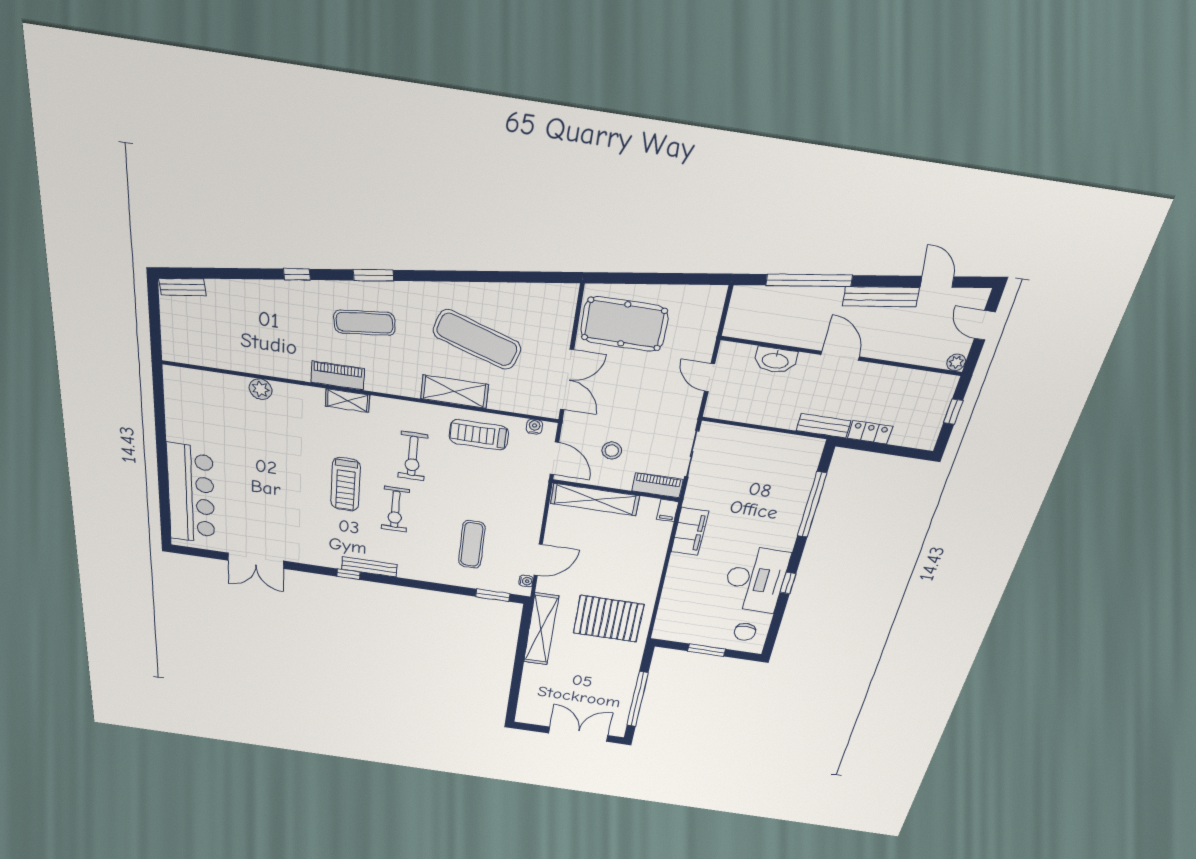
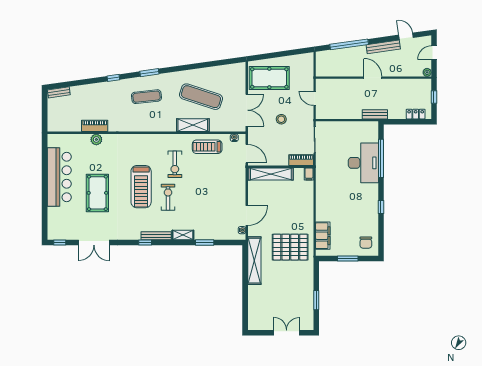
door: (985, 325) -> (434, 53), hinge flipped
washbasin: (775, 360) -> (343, 85), removed
piano: (338, 375) -> (95, 126), moved
shelving: (347, 401) -> (183, 235), moved
locker: (870, 432) -> (416, 114), moved
stool: (612, 451) -> (281, 119), moved
pool table: (262, 483) -> (97, 193), added
treadmill: (346, 484) -> (141, 187), width x1.37, depth x1.38
bar counter: (191, 494) -> (59, 177), moved
exercise bike: (395, 509) -> (168, 197), turned 180
filing cabinet: (690, 532) -> (323, 236), moved
exercise mat: (472, 544) -> (210, 212), removed
window: (194, 552) -> (60, 243), added
desk: (755, 579) -> (363, 163), moved
window: (493, 595) -> (205, 243), moved
window: (637, 699) -> (316, 300), width x0.47
double door: (578, 734) -> (287, 333), width x0.73

